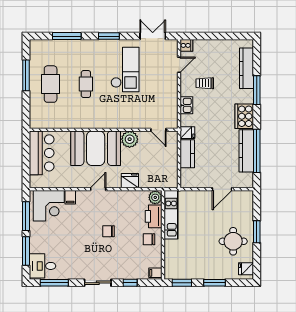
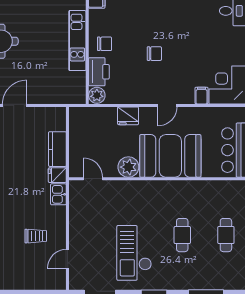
cooker: (186, 45) -> (58, 283), removed
cafe table: (51, 84) -> (226, 235), width x0.73, depth x0.74
kitchen sink: (186, 105) -> (58, 194), moved
kitchen unit: (171, 215) -> (77, 41), moved

